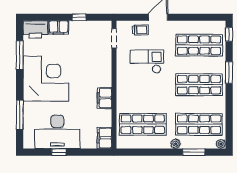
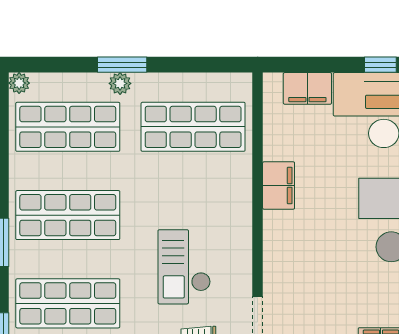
checkout: (147, 62) -> (184, 267), turned 90
filing cabinet: (104, 138) -> (307, 88), moved, turned 90
window: (194, 152) -> (122, 65), moved

